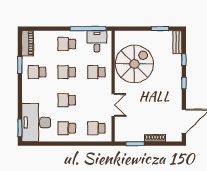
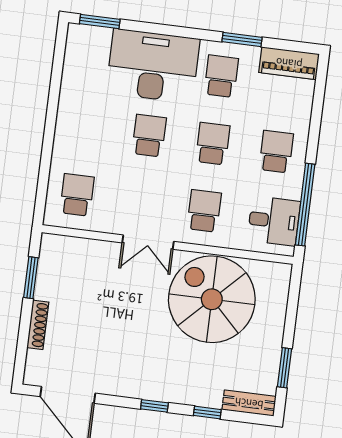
spiral stairs: (134, 64) -> (212, 299), turned 180
double door: (113, 105) -> (148, 242), moved
desk: (36, 123) -> (153, 66), moved
school desk: (67, 128) -> (85, 128), removed

